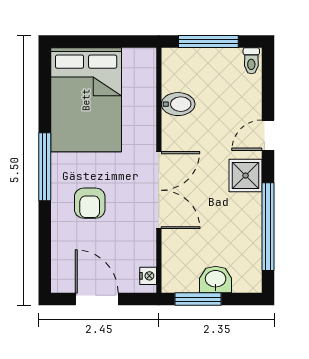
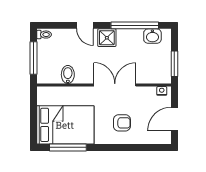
window: (45, 167) -> (68, 147), moved
washbasin: (216, 280) -> (152, 36), moved, turned -90

